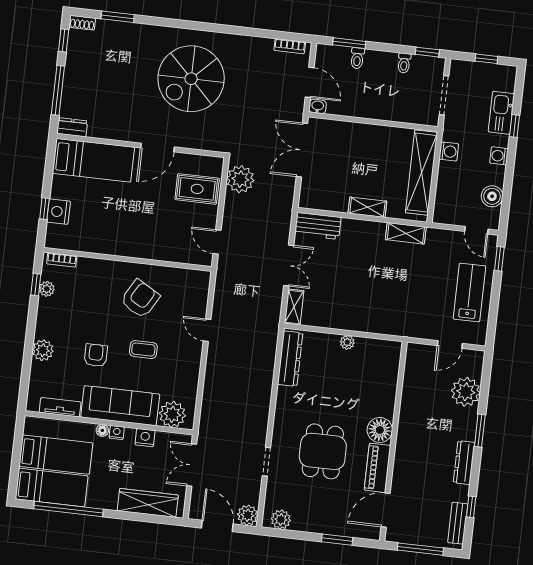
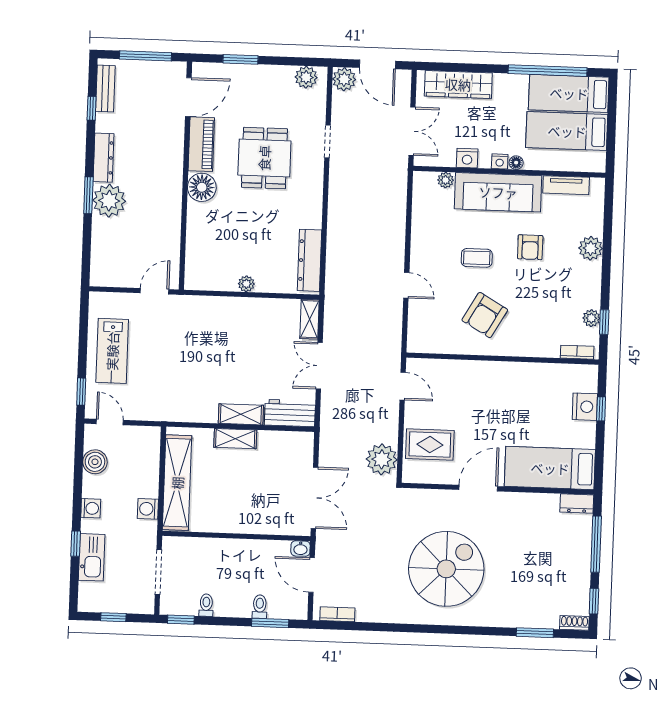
shelving: (406, 233) -> (241, 414), moved
door: (450, 344) -> (154, 291), moved
plant: (466, 392) -> (109, 201), moved
plant: (172, 414) -> (446, 180), width x0.53, depth x0.53

